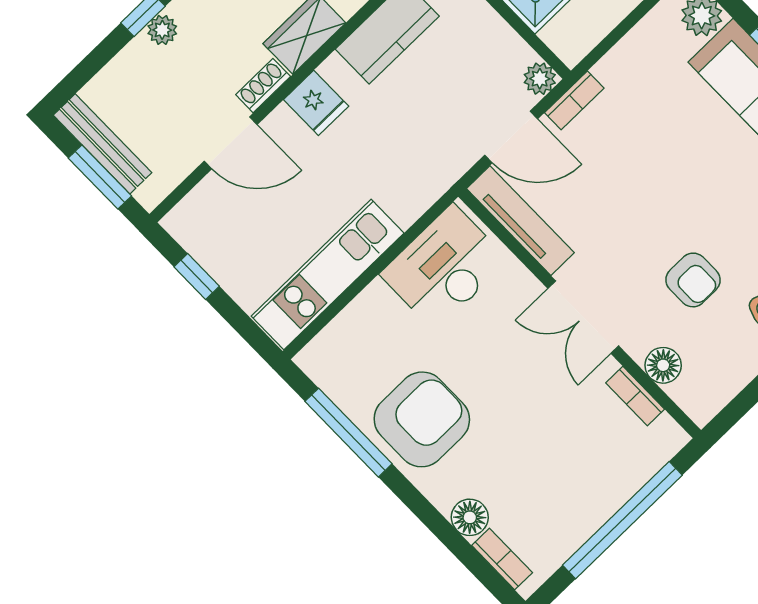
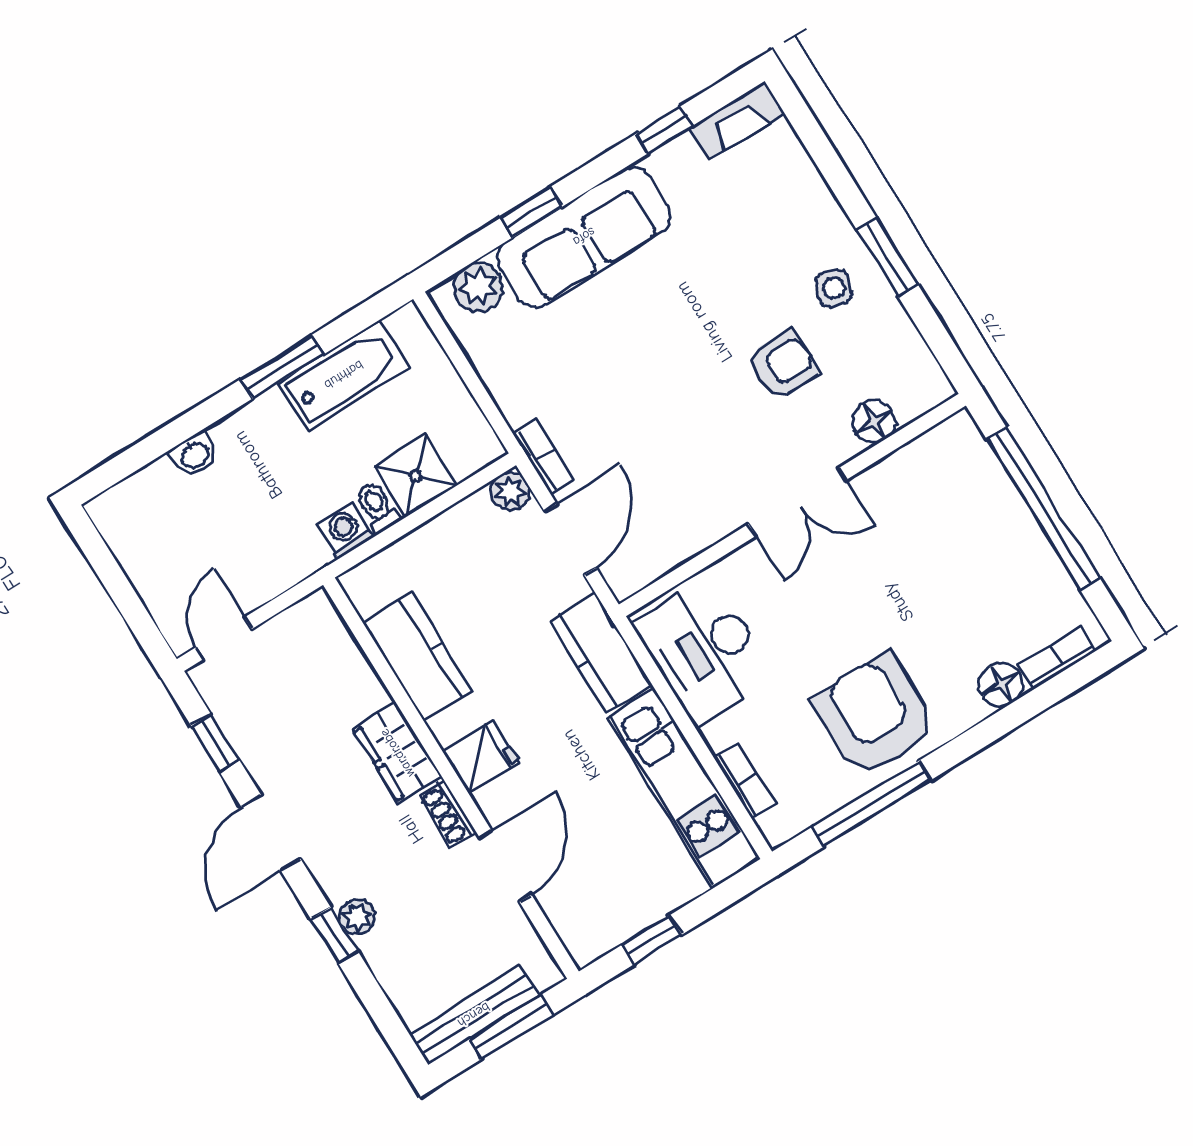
kitchen counter: (423, 183) -> (601, 653), added
tv unit: (520, 221) -> (670, 550), removed
bookcase: (635, 396) -> (745, 781), moved, turned -90

